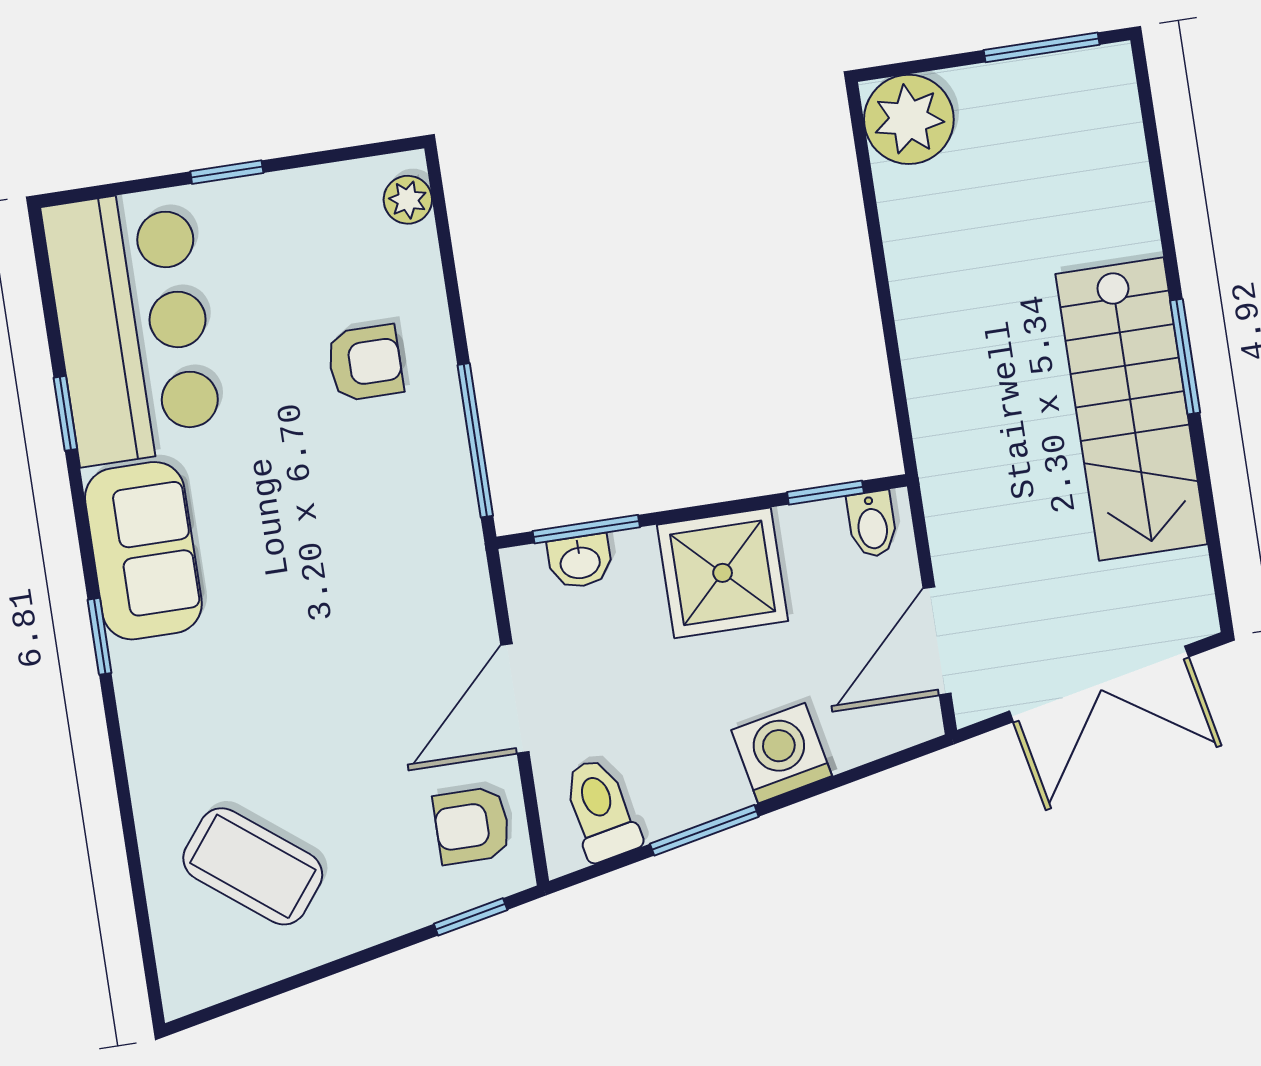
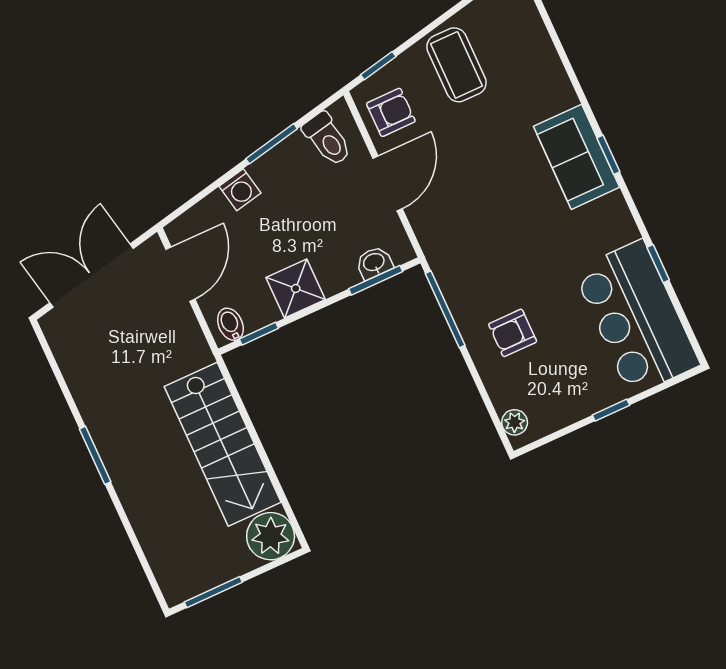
stairs: (1131, 409) -> (223, 444), moved, turned 180
sofa: (143, 551) -> (576, 157), moved
shower: (723, 573) -> (296, 288), width x0.73, depth x0.73
washing machine: (782, 753) -> (240, 190), width x0.73, depth x0.73
coffee table: (253, 866) -> (456, 65), moved, turned 52

